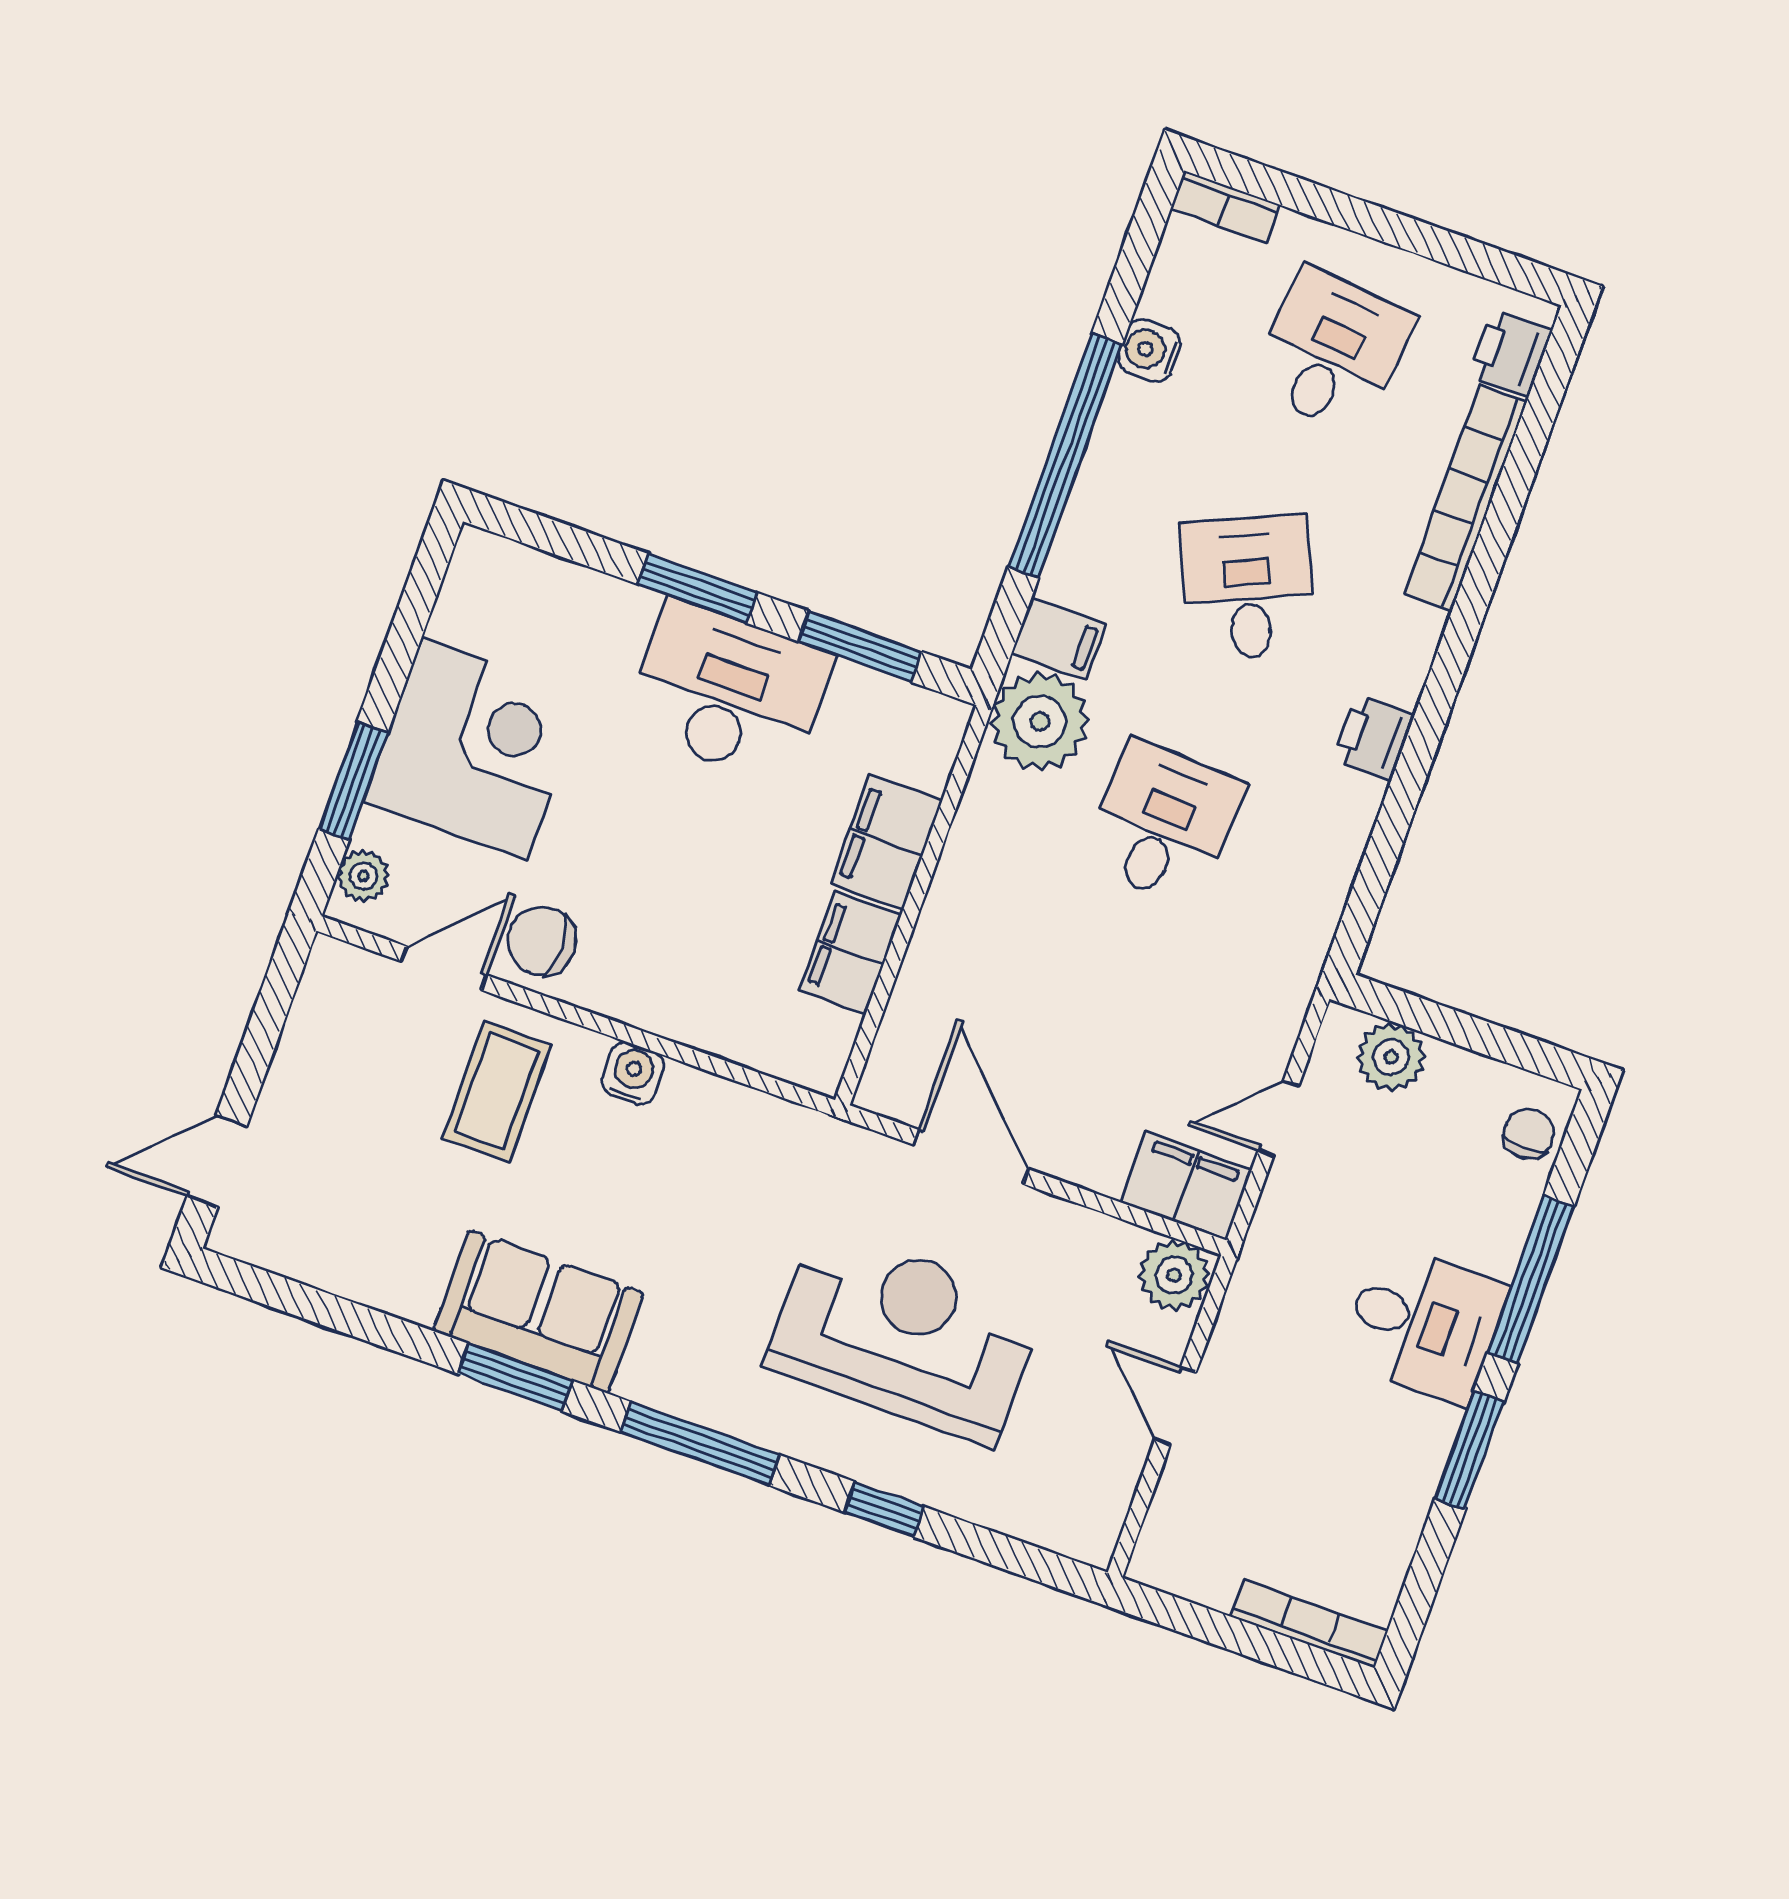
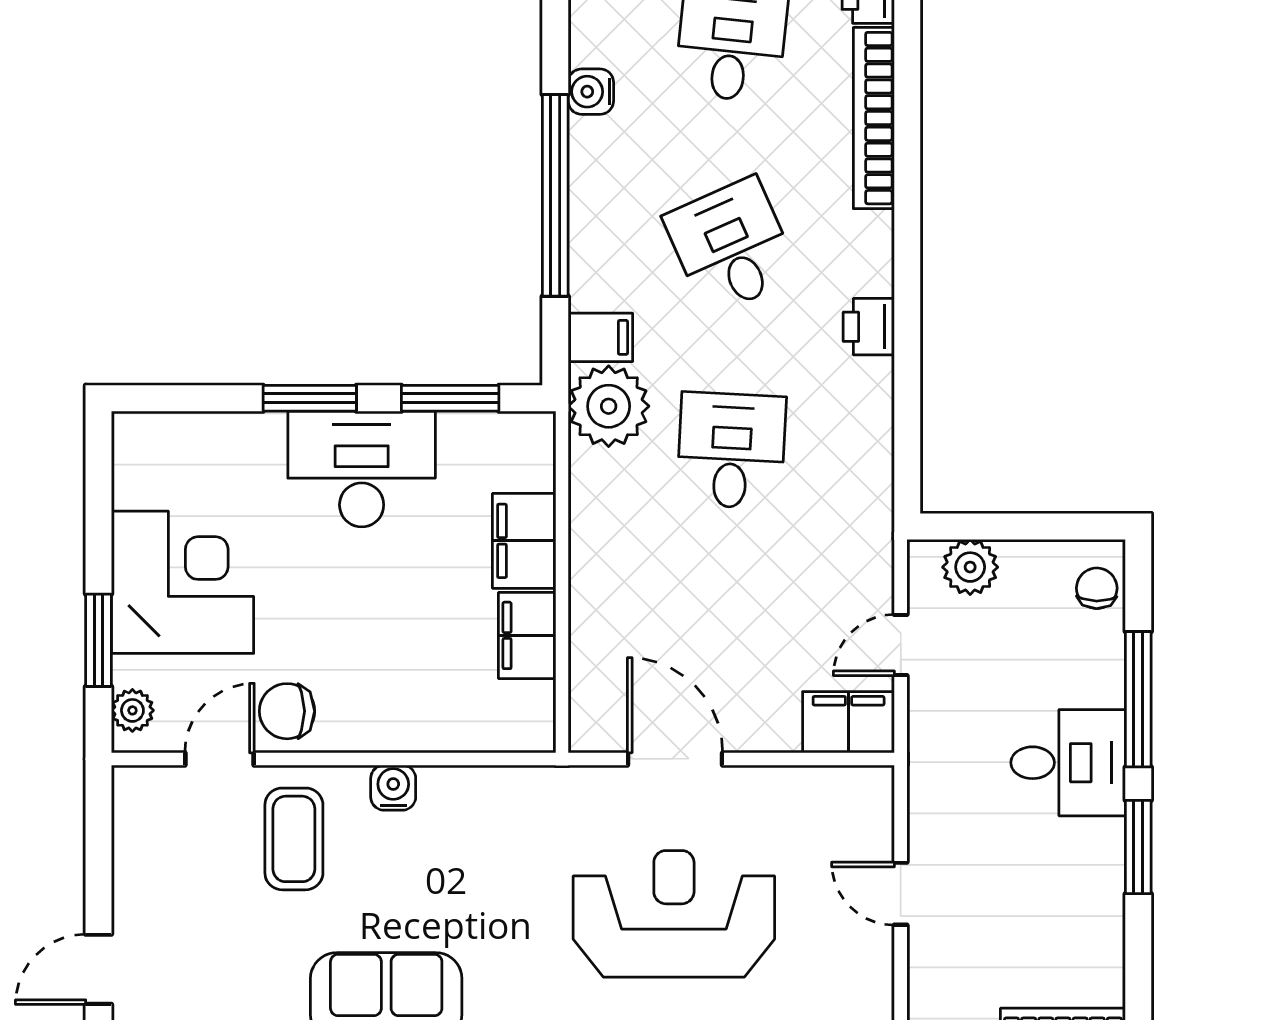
plant: (1174, 1275) -> (864, 794), removed

